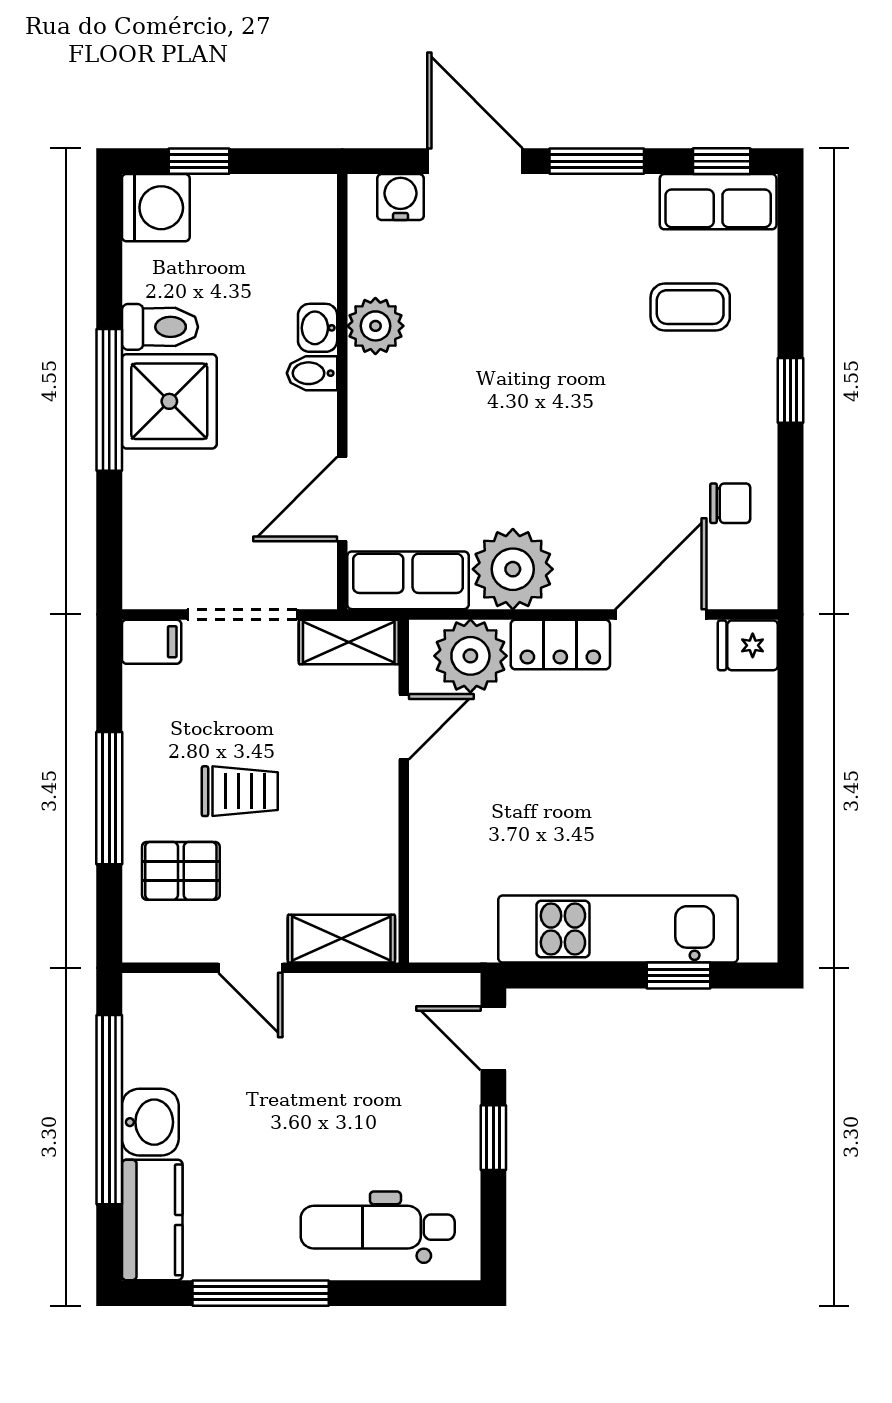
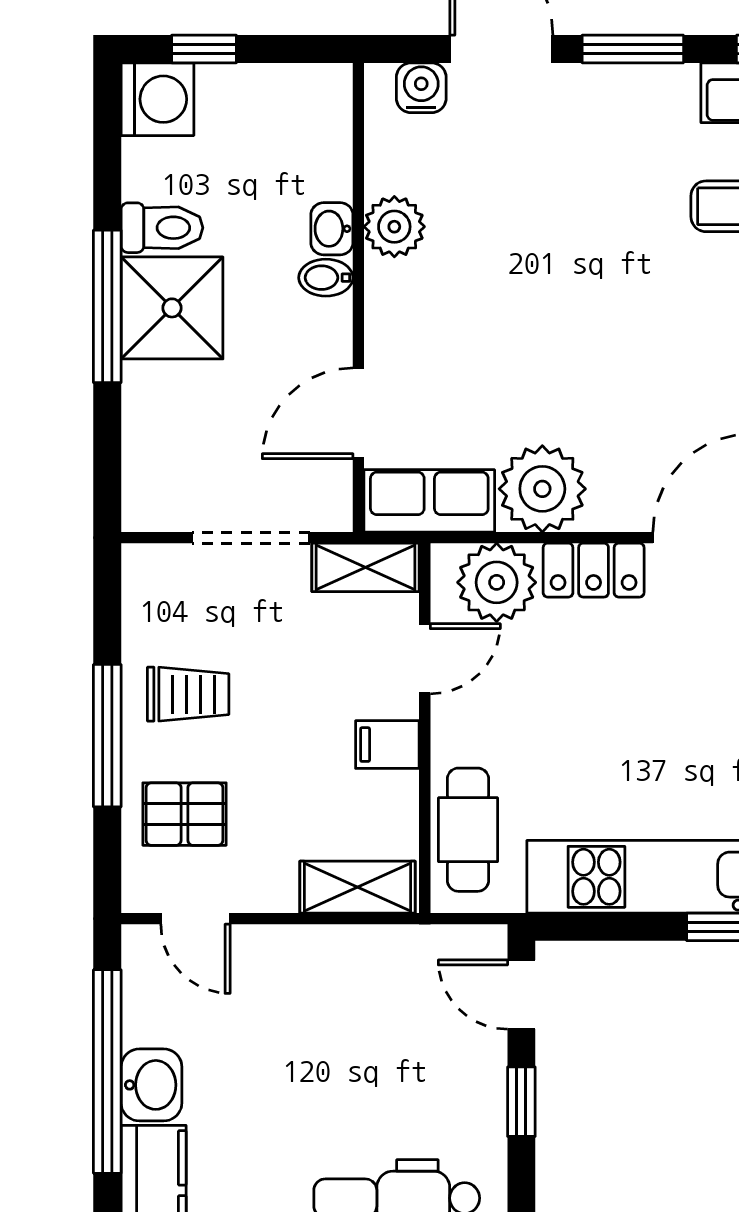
filing cabinet: (152, 642) -> (387, 745), moved, turned 180
trolley: (240, 791) -> (188, 694), moved
cafe table: (444, 885) -> (468, 830), added
door: (250, 968) -> (195, 919), moved

